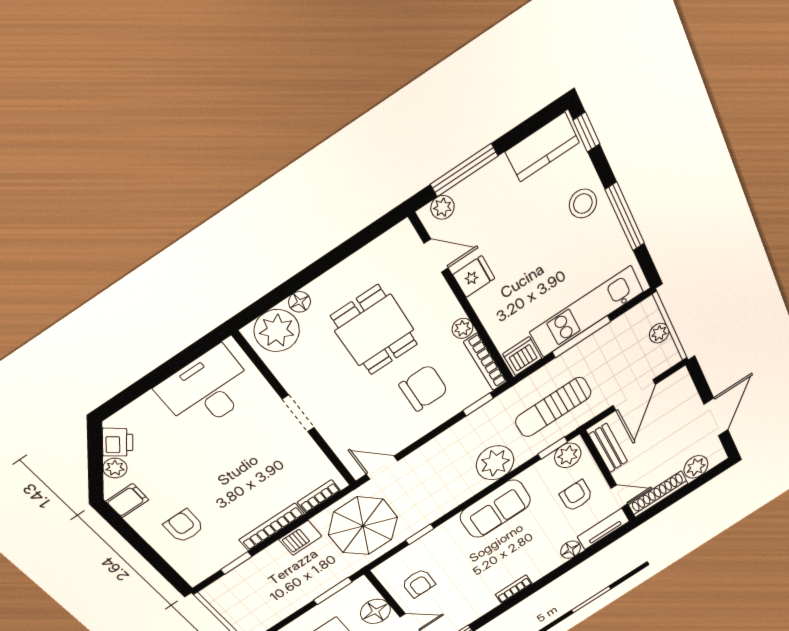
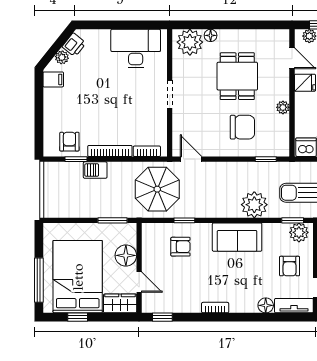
bookcase: (485, 362) -> (284, 136), removed
armchair: (576, 496) -> (290, 266), turned 180
armchair: (184, 526) -> (69, 142), moved
barbecue: (300, 538) -> (95, 170), moved
armchair: (419, 583) -> (180, 247), moved, turned -90

